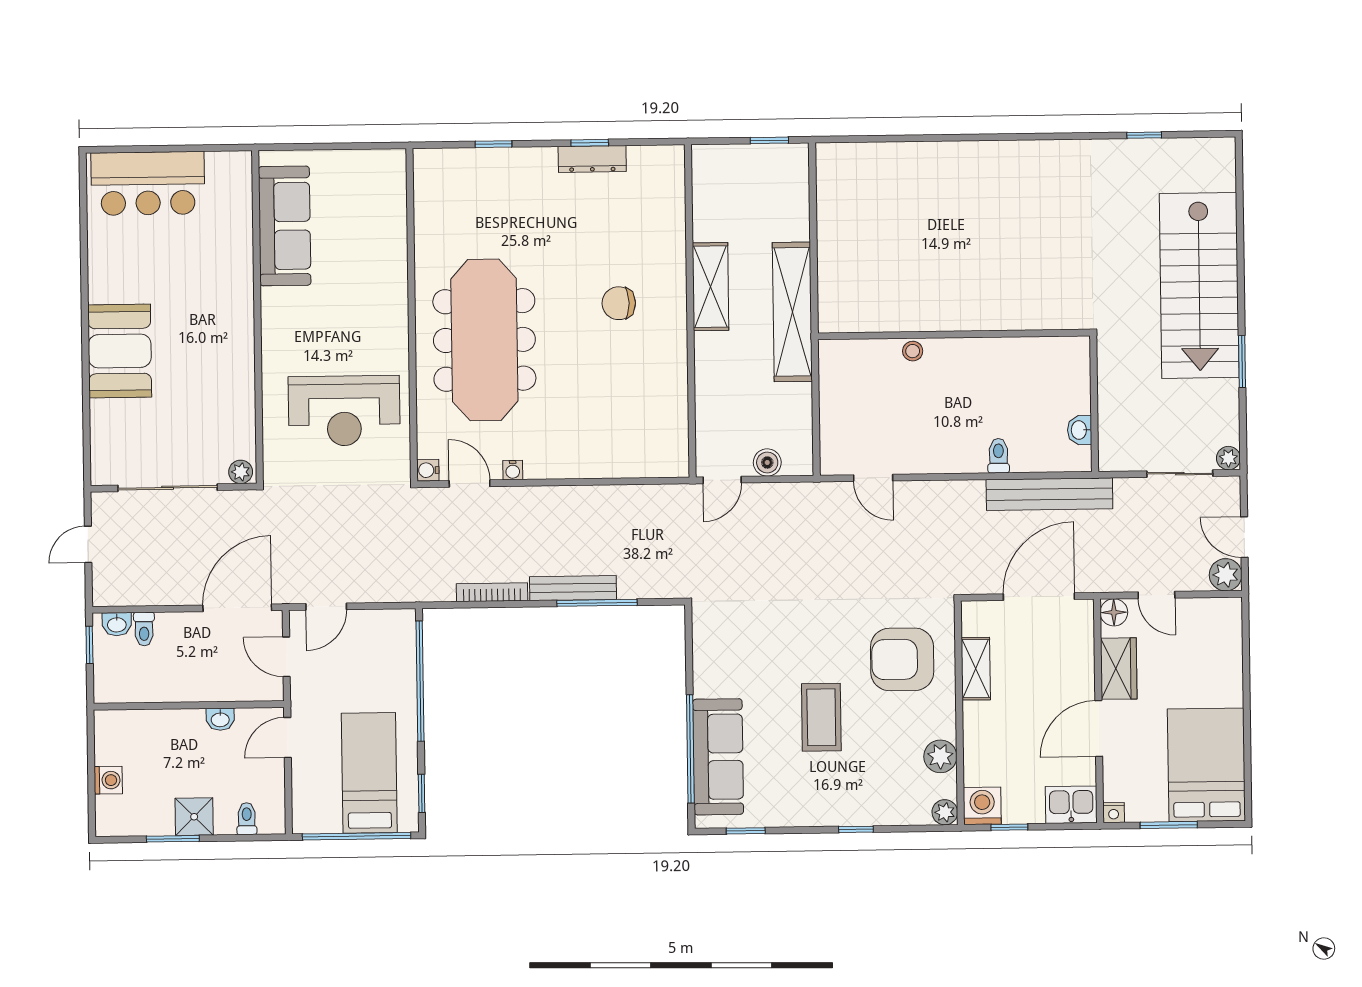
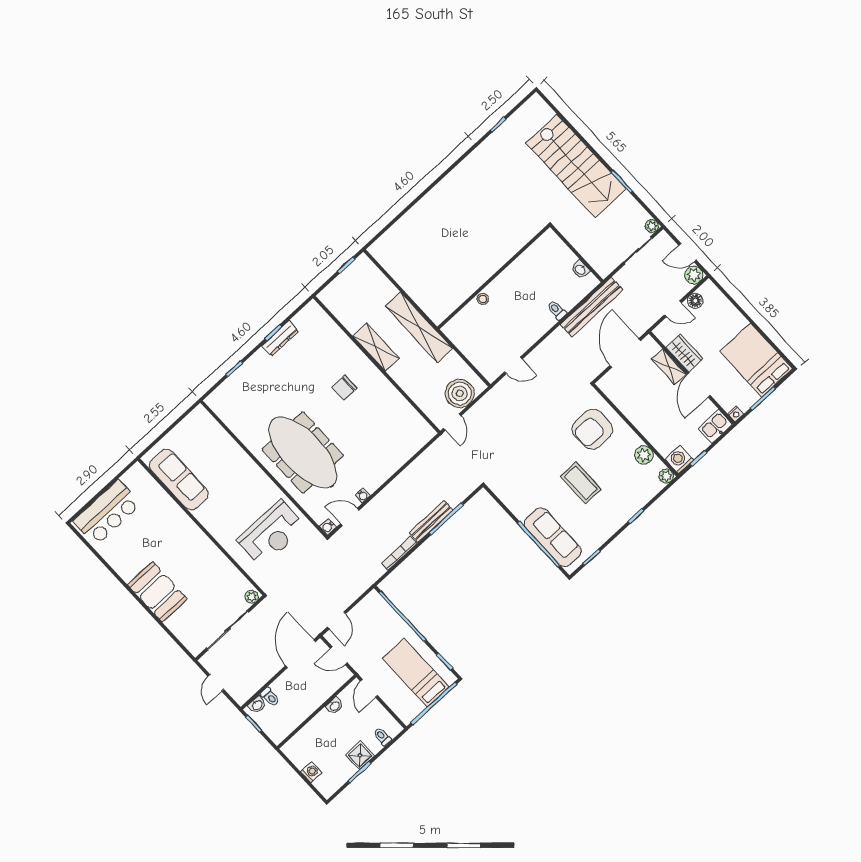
boiler: (767, 462) -> (460, 393), width x1.86, depth x1.86
floor lamp: (1114, 612) -> (695, 301), moved
shelving: (976, 669) -> (669, 367), moved

